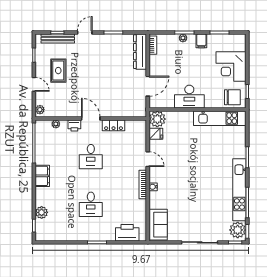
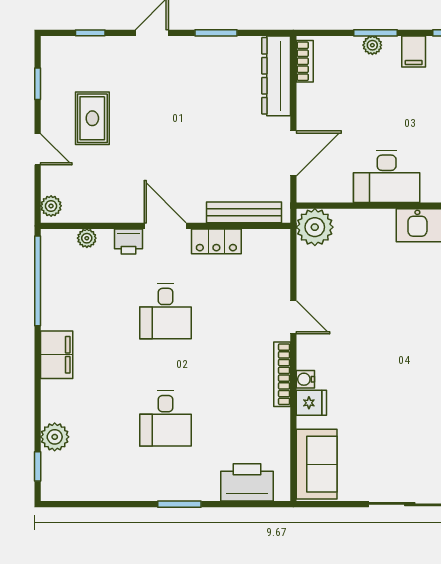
bench: (58, 38) -> (244, 212), moved
fridge: (156, 134) -> (311, 403), moved

